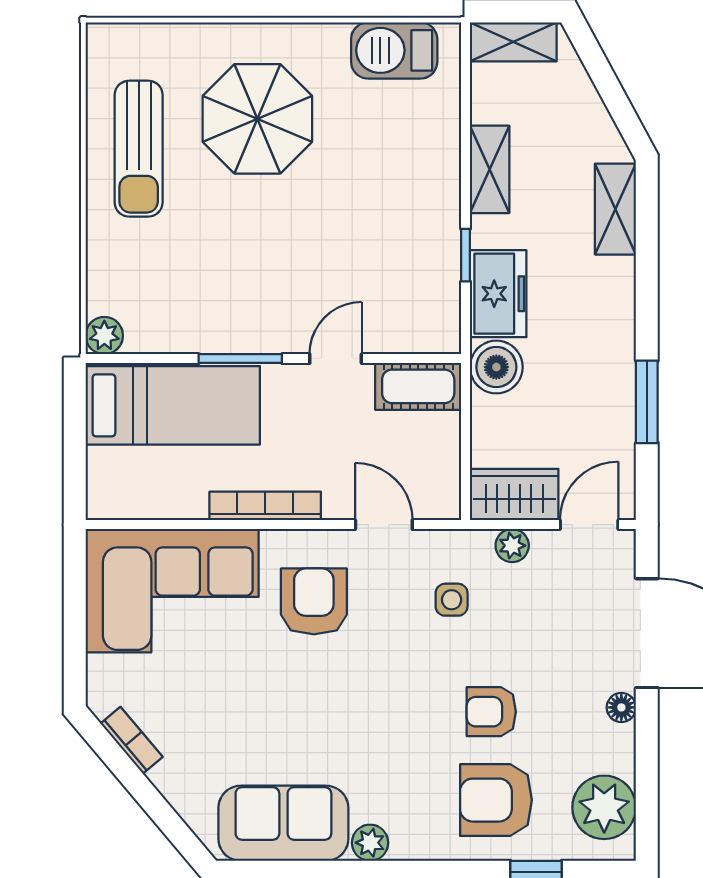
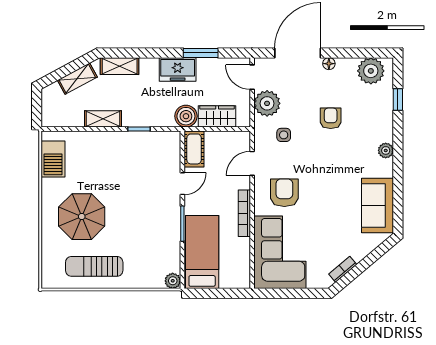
shelving: (513, 42) -> (77, 79), moved, turned 62
sun lounger: (139, 149) -> (94, 266), turned 180
freezer: (498, 294) -> (178, 69), moved, turned 180
door: (336, 359) -> (182, 184), swing flipped
wardrobe: (514, 495) -> (217, 116), moved, turned 90
plant: (512, 546) -> (267, 103), width x1.88, depth x1.88
armchair: (314, 601) -> (284, 193), turned 90
armchair: (491, 712) -> (331, 118), turned 180
armchair: (496, 800) -> (368, 116), removed
plant: (370, 843) -> (386, 150), moved

